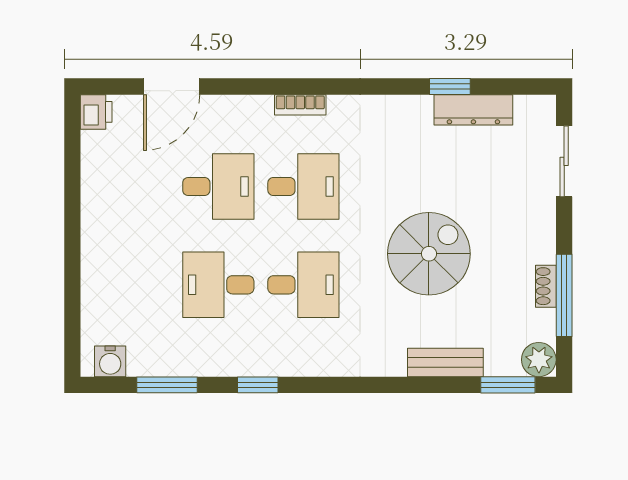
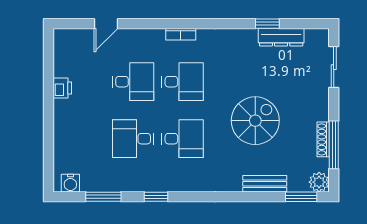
door: (172, 86) -> (106, 24), width x0.73
printer: (96, 112) -> (62, 88), moved
shoe rack: (546, 286) -> (323, 139), width x1.43

